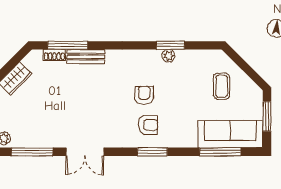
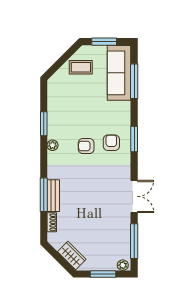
window: (68, 45) -> (44, 195), moved
plant: (168, 56) -> (53, 145), moved
coffee table: (222, 86) -> (81, 67), moved

